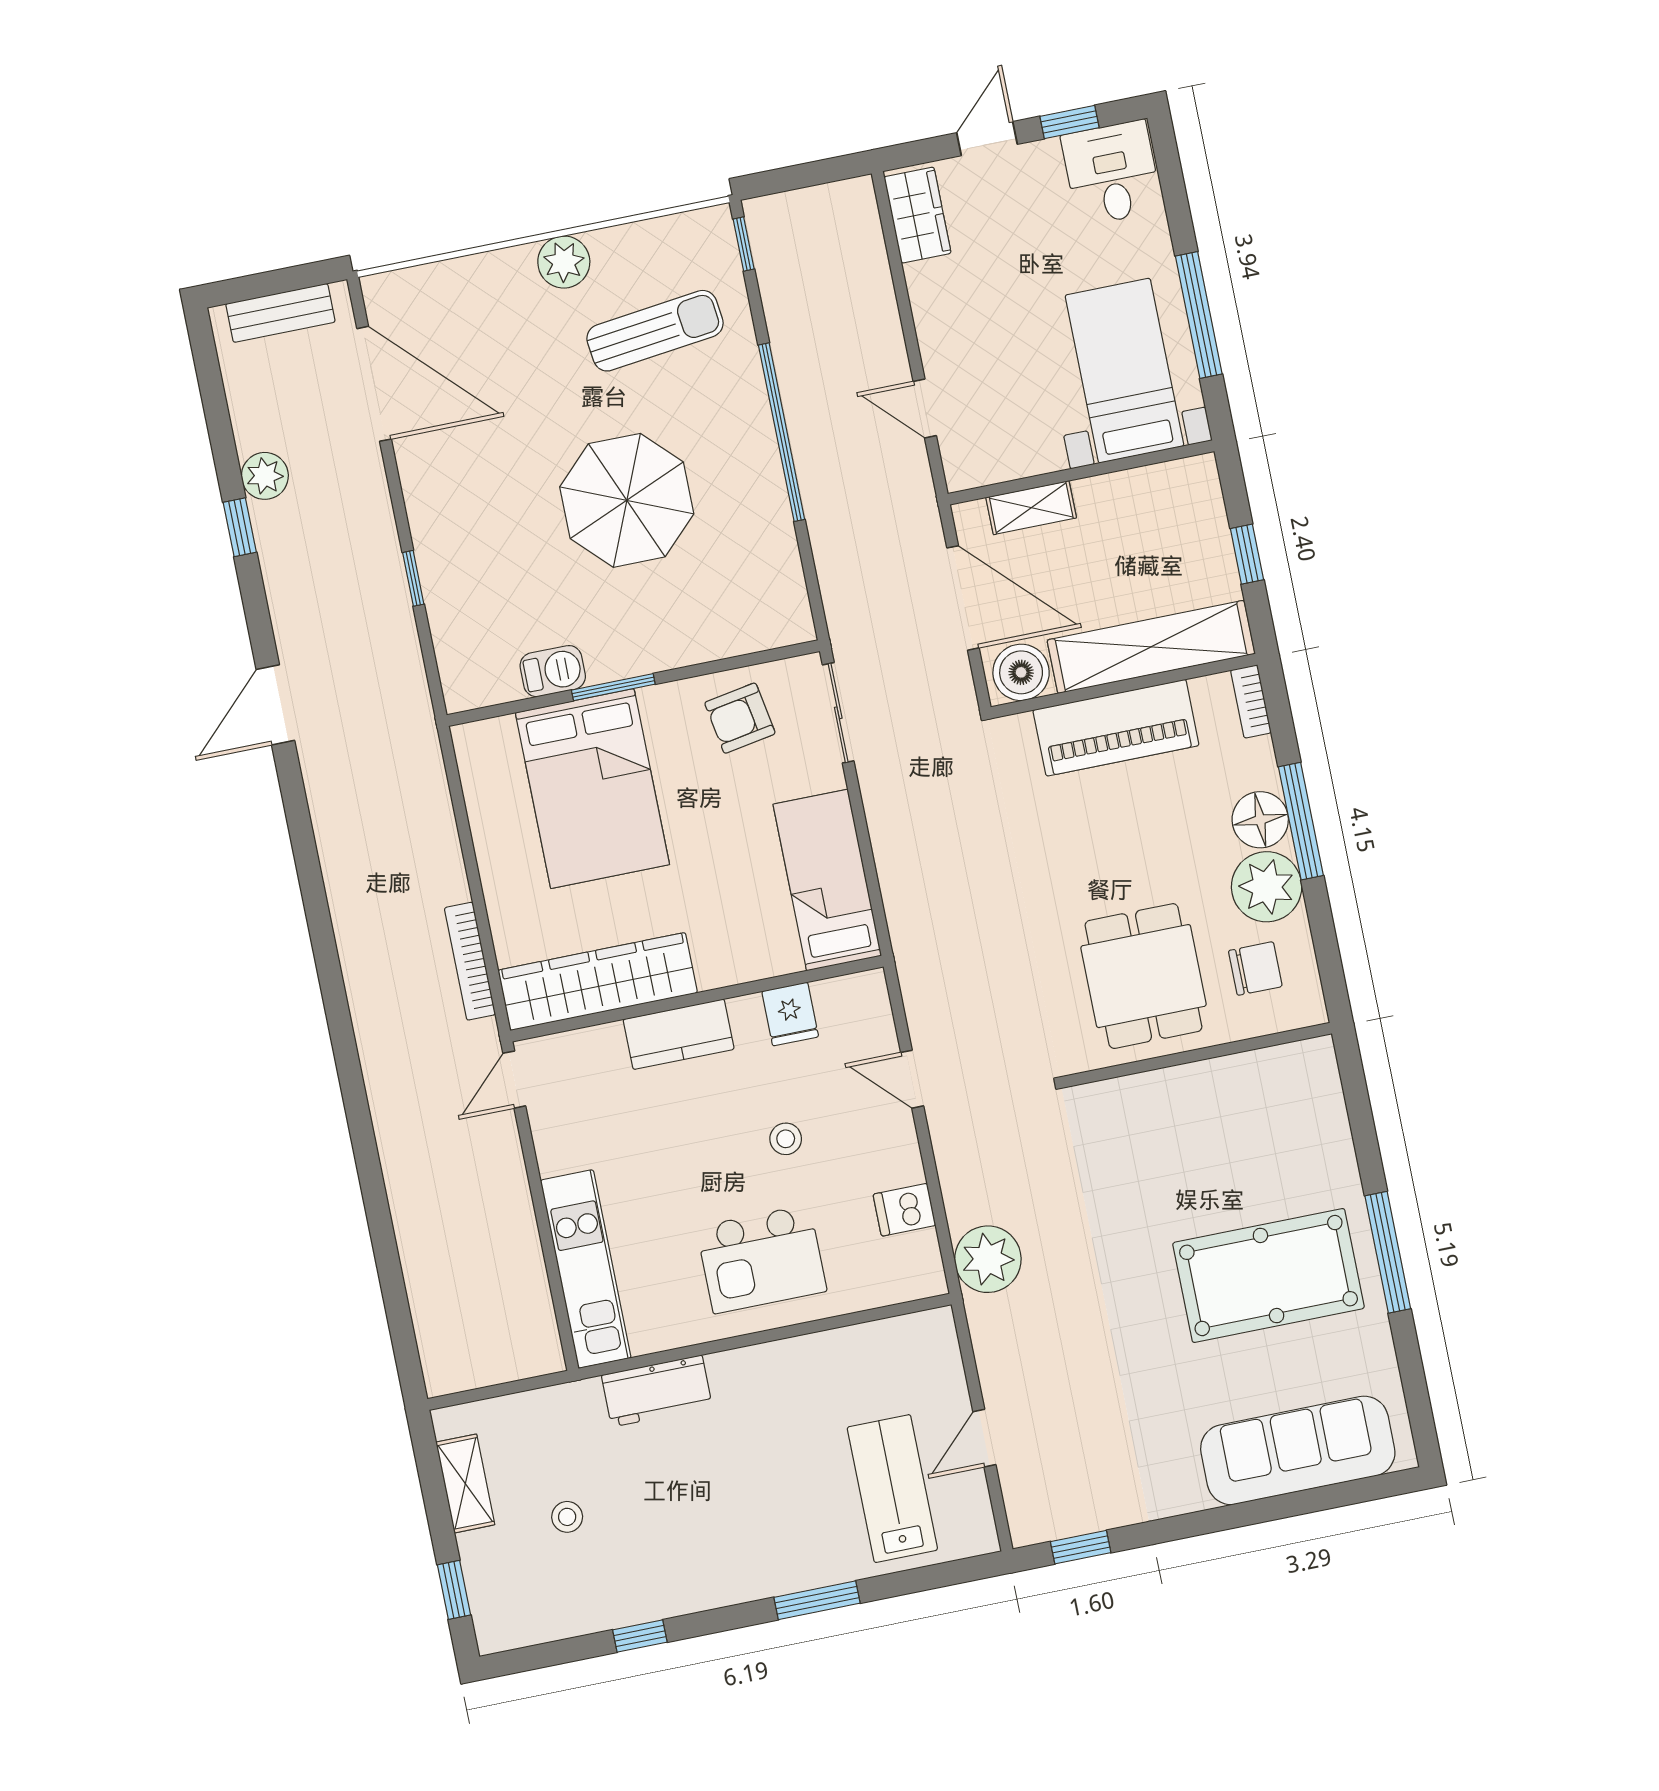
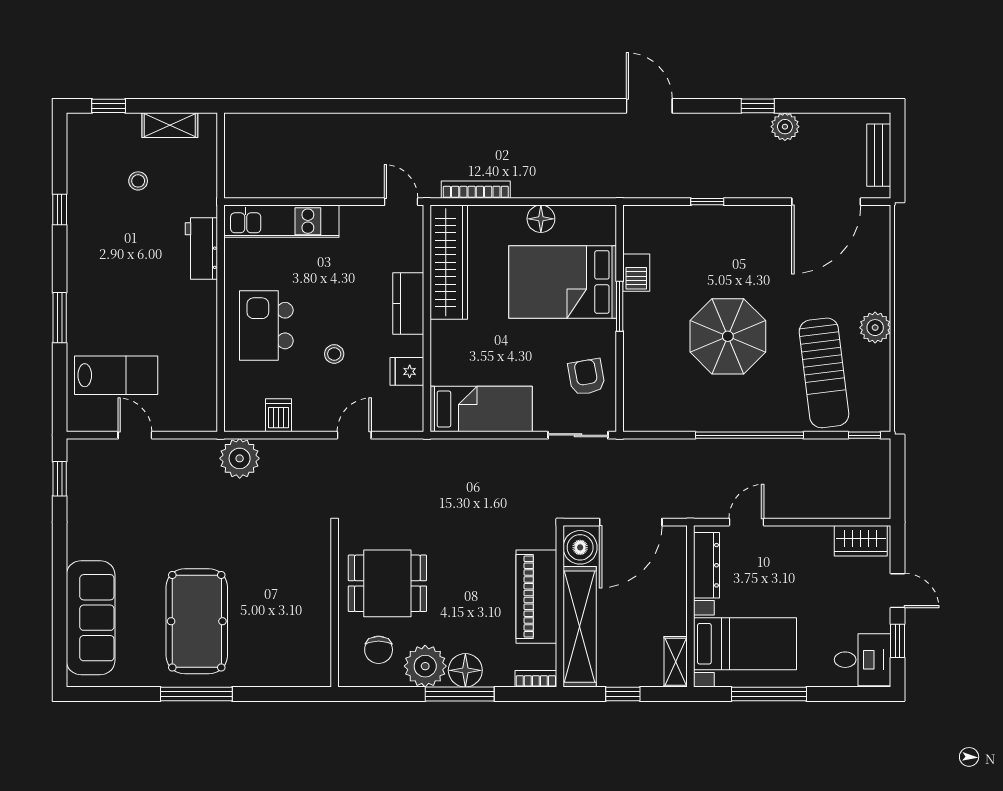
sun lounger: (655, 331) -> (824, 373), width x1.36, depth x1.34
dresser: (1009, 460) -> (706, 565), added
shelving: (1031, 508) -> (676, 662), moved
floor lamp: (496, 845) -> (541, 219), added

